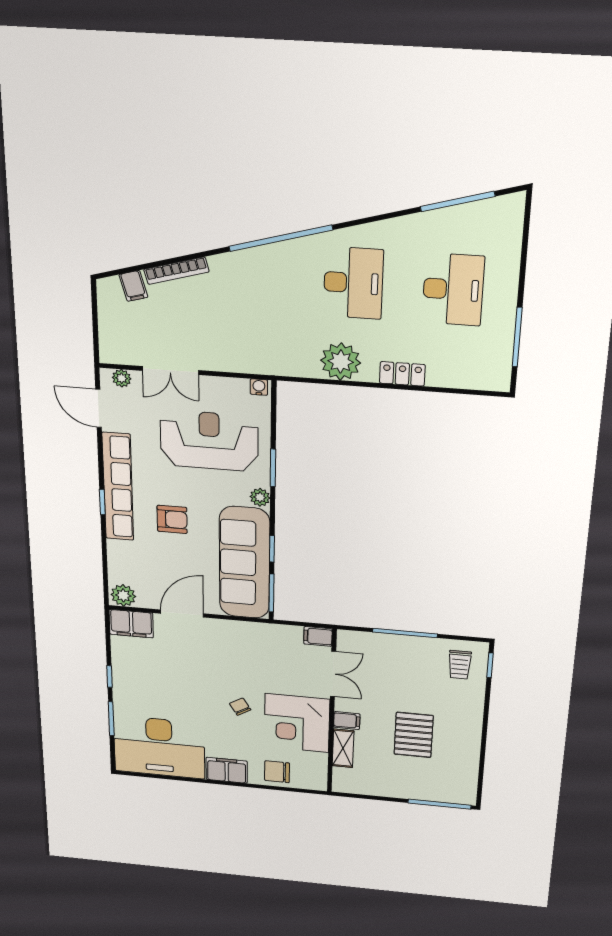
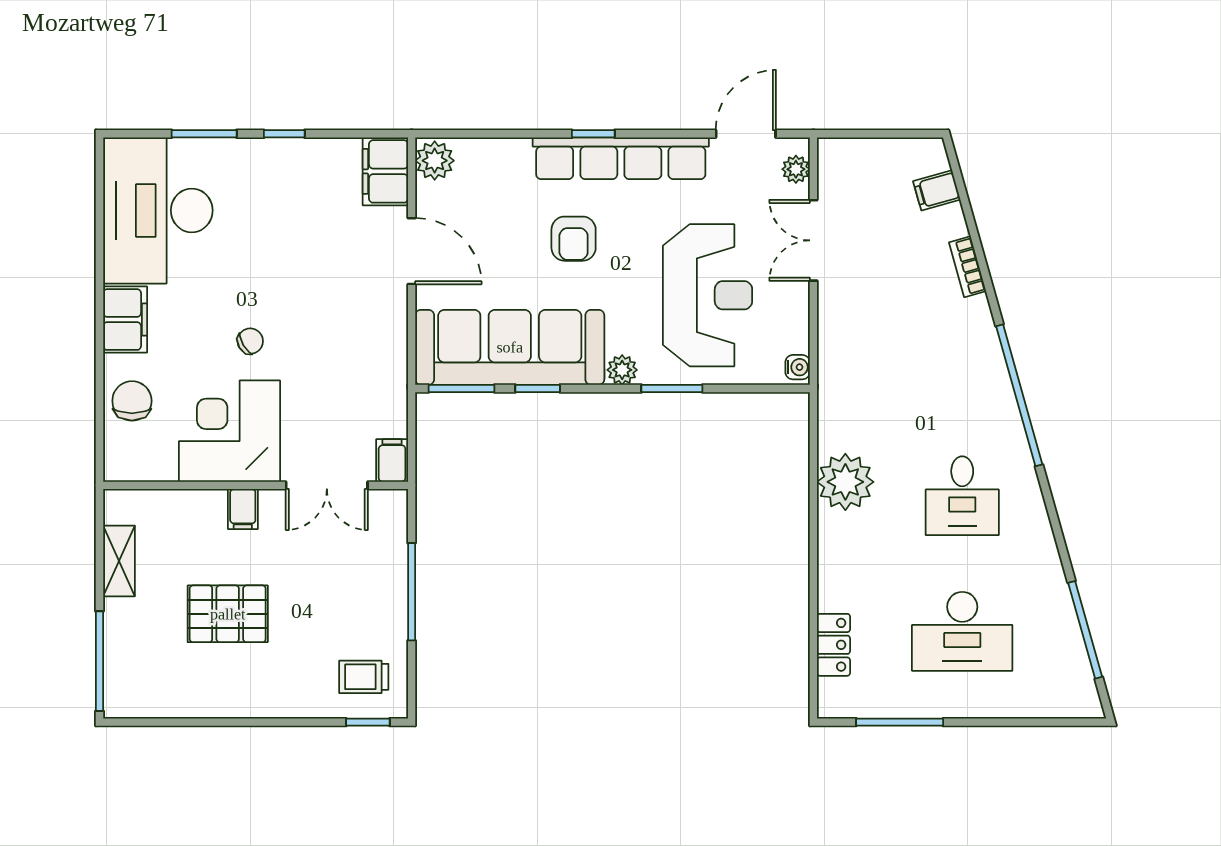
bookcase: (176, 271) -> (968, 267), width x0.64
desk: (353, 283) -> (962, 496), width x0.73
locker: (402, 374) -> (833, 645), moved
shelving: (343, 748) -> (119, 561), moved, turned 90

